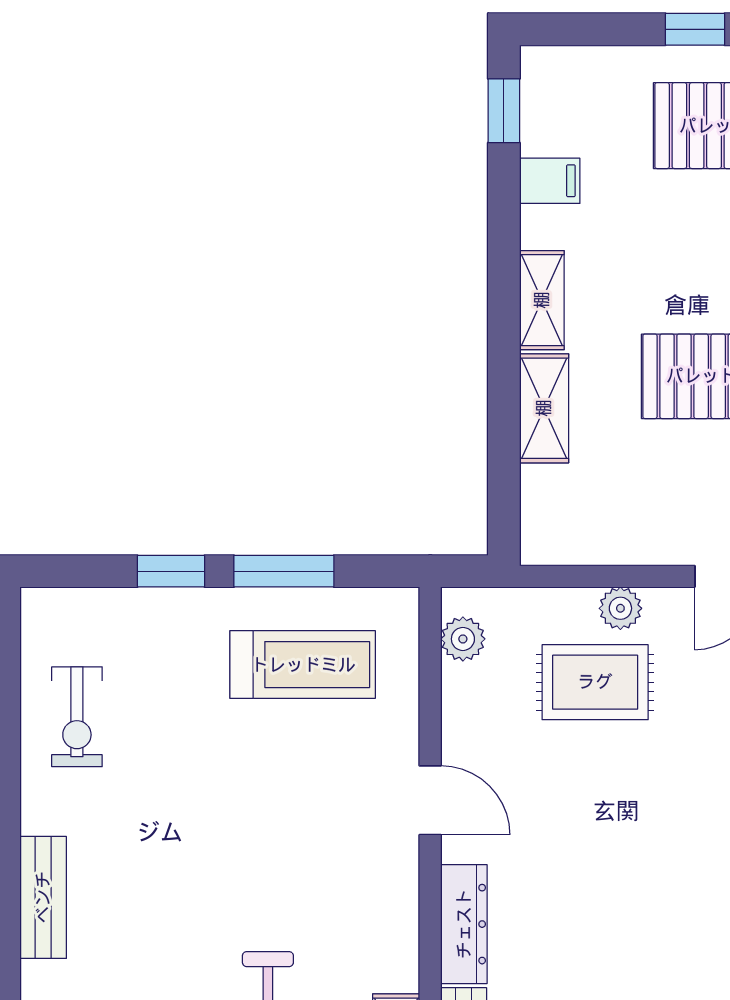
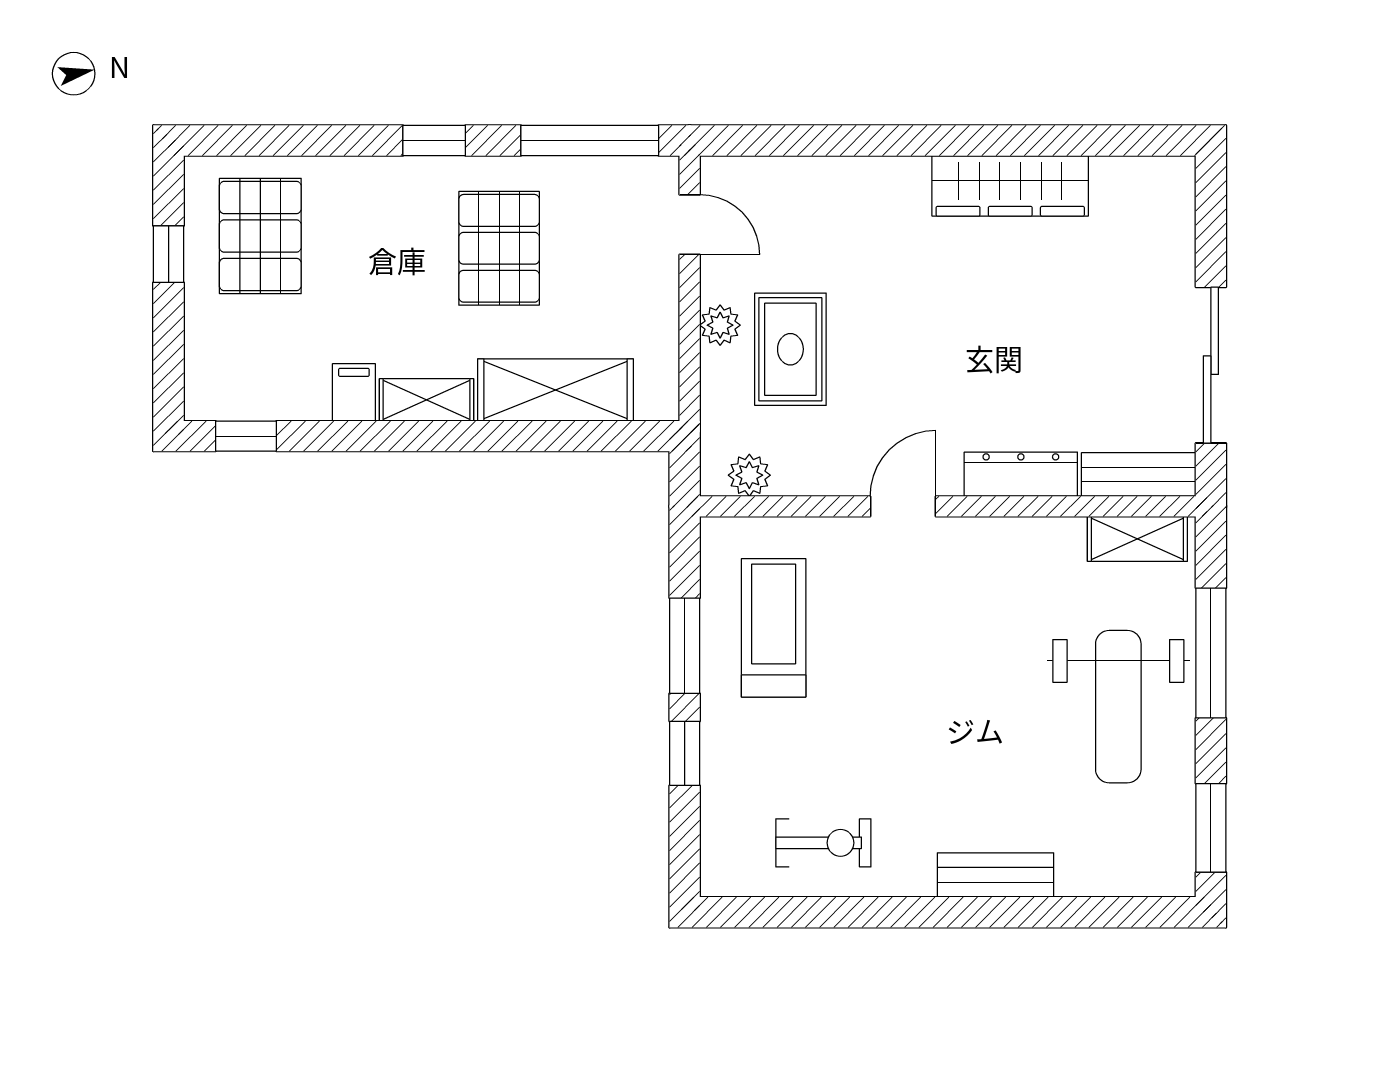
filing cabinet: (550, 181) -> (354, 392), moved
shelving: (544, 408) -> (556, 390), width x1.50, depth x1.33

